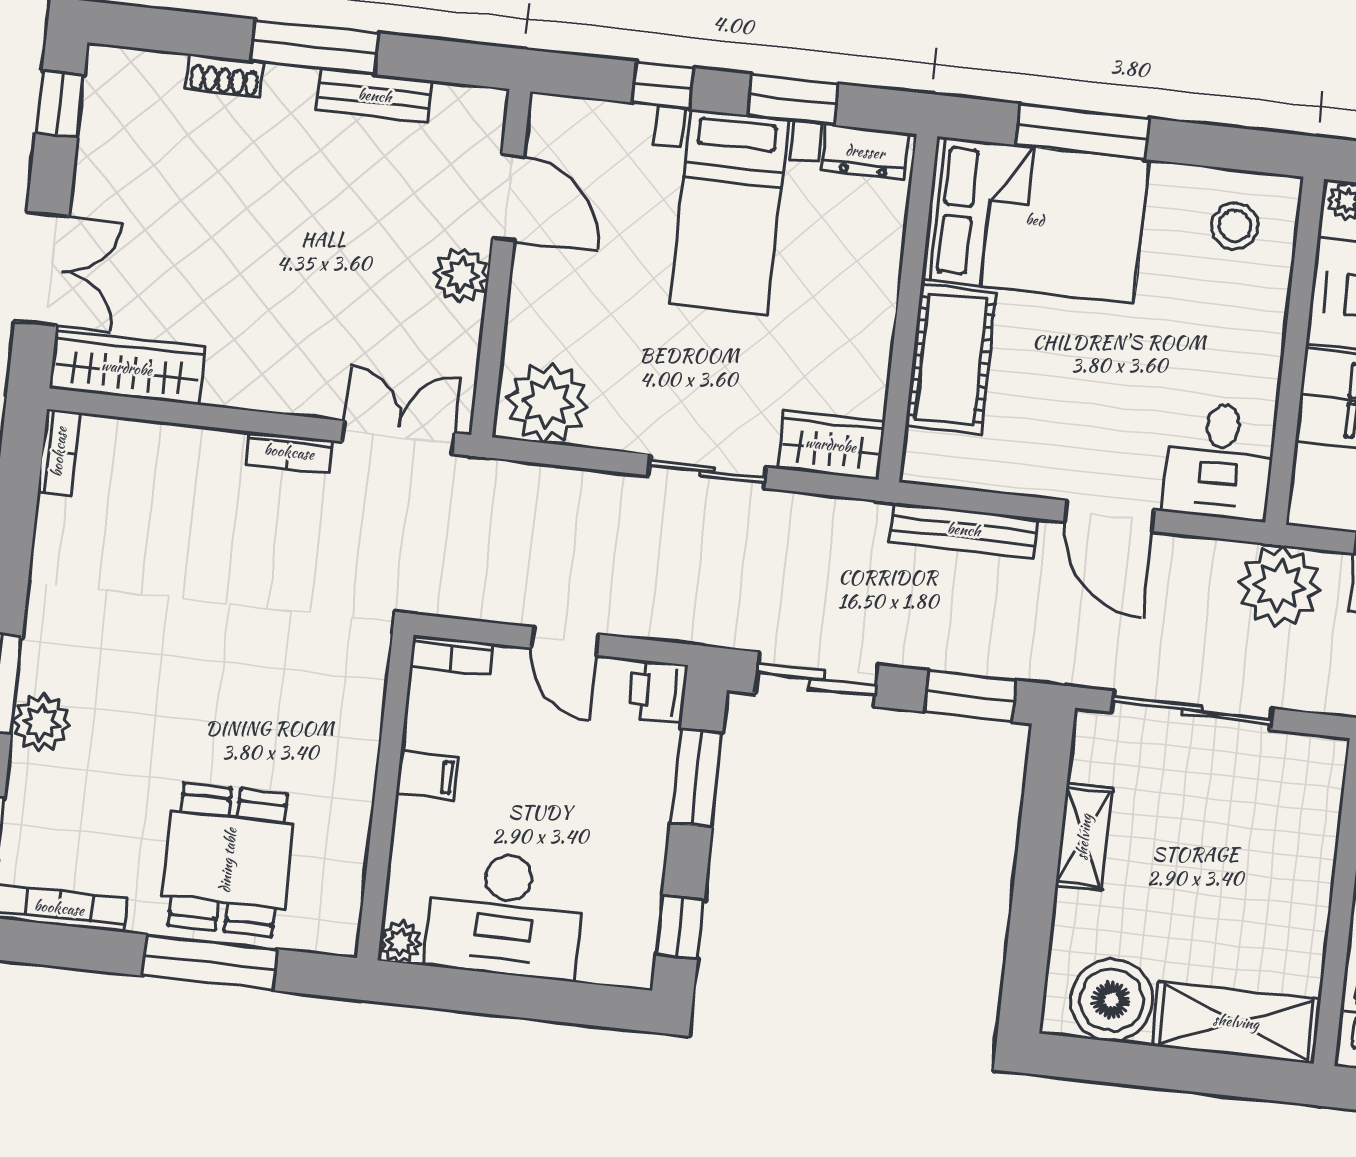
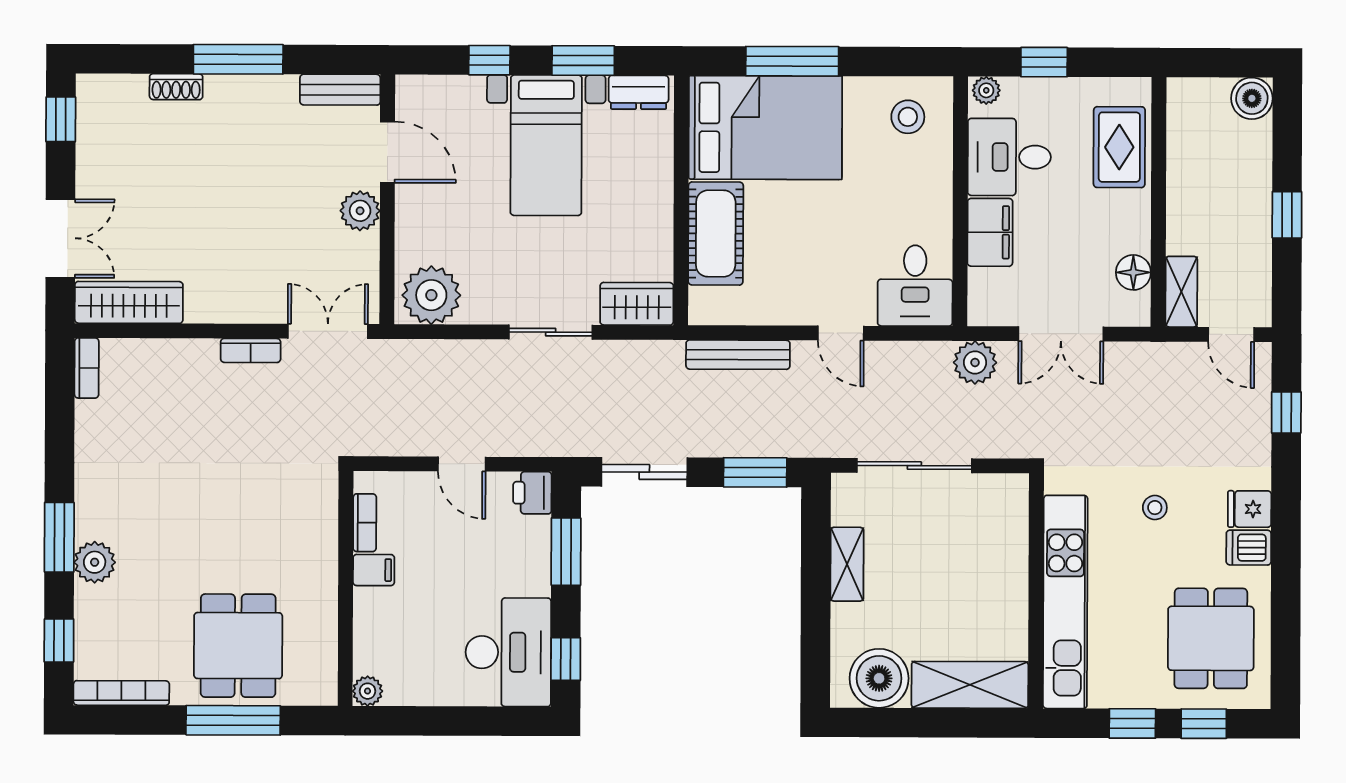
bench: (375, 96) -> (340, 90), moved
door: (1110, 516) -> (841, 333), width x0.73
plant: (1279, 586) -> (975, 362), width x0.73, depth x0.73
bookcase: (452, 655) -> (365, 523), moved, turned -90
desk: (505, 915) -> (508, 652), moved, turned -90

